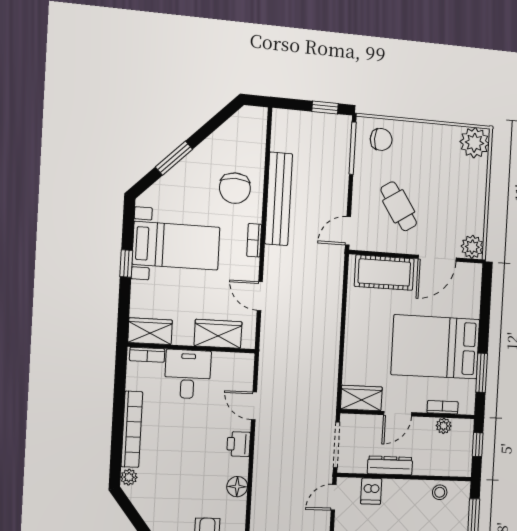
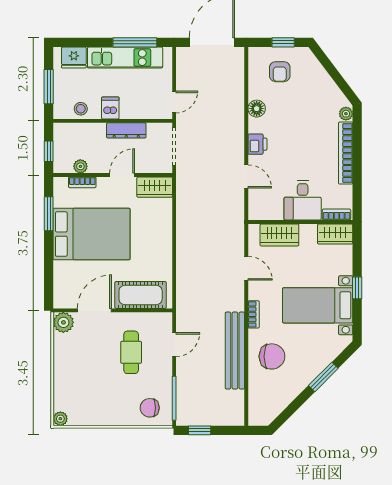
plant: (474, 143) -> (60, 419), width x0.53, depth x0.53
chair: (235, 188) -> (272, 356), turned 90
cafe table: (399, 206) -> (131, 352), turned 33
door: (348, 231) -> (174, 345), moved
dishwasher: (371, 491) -> (110, 108), moved

